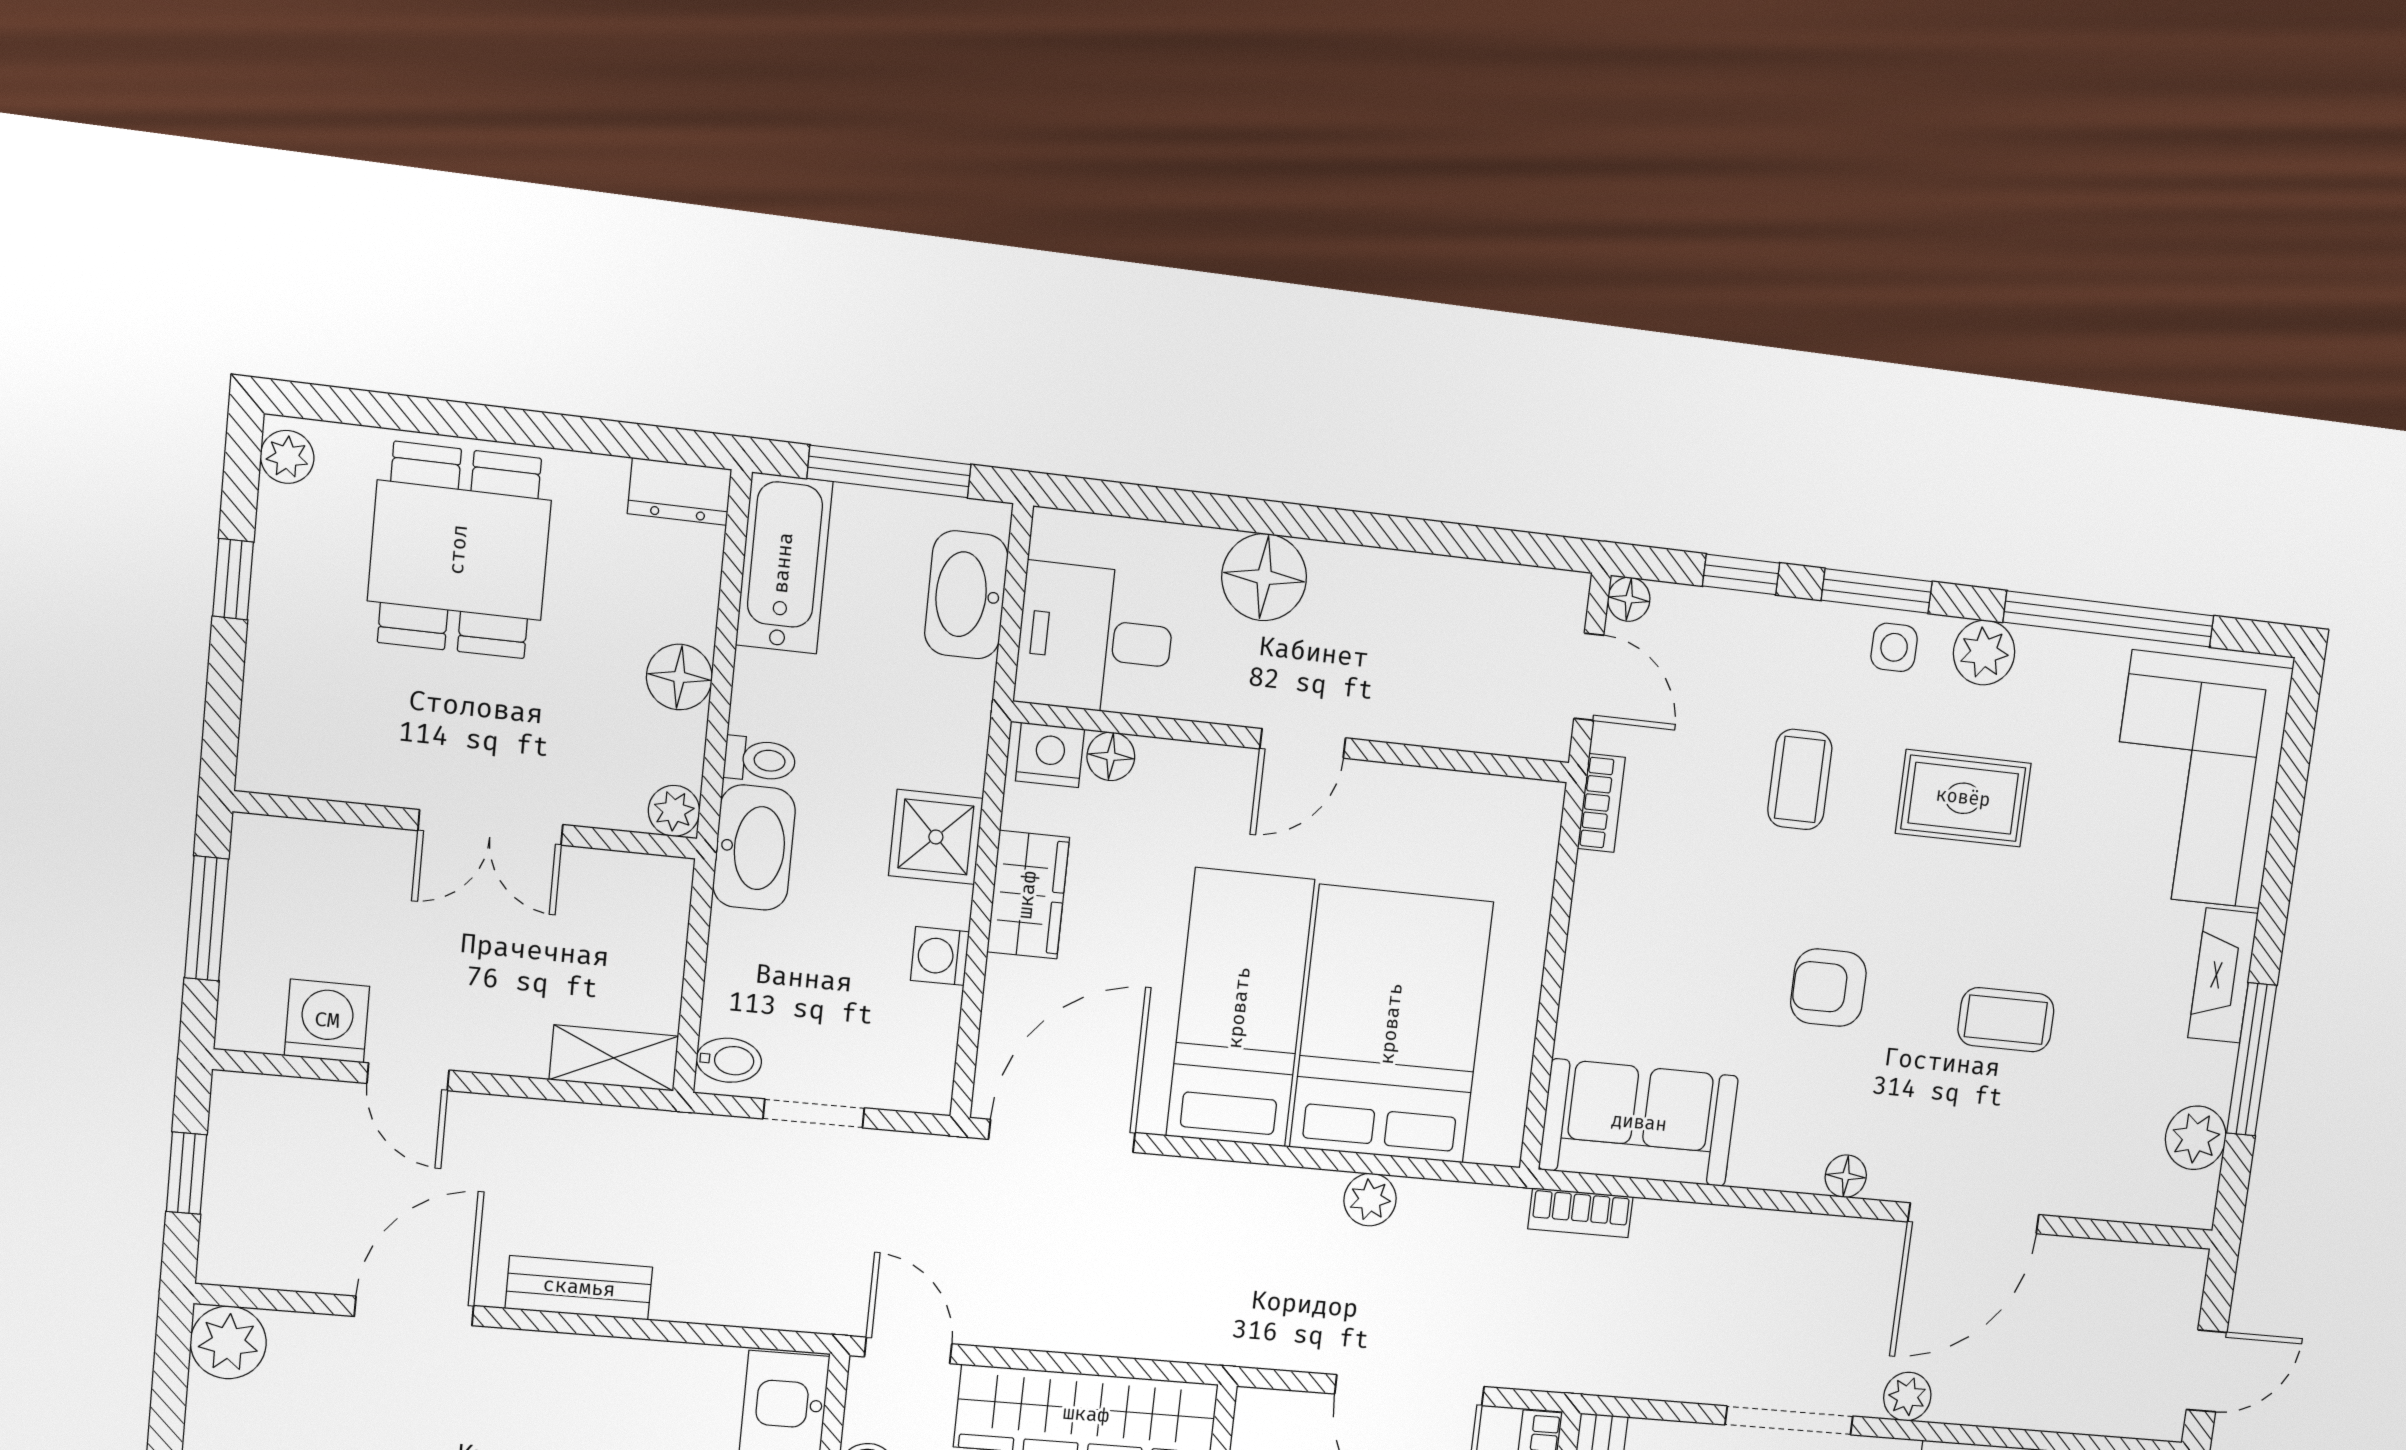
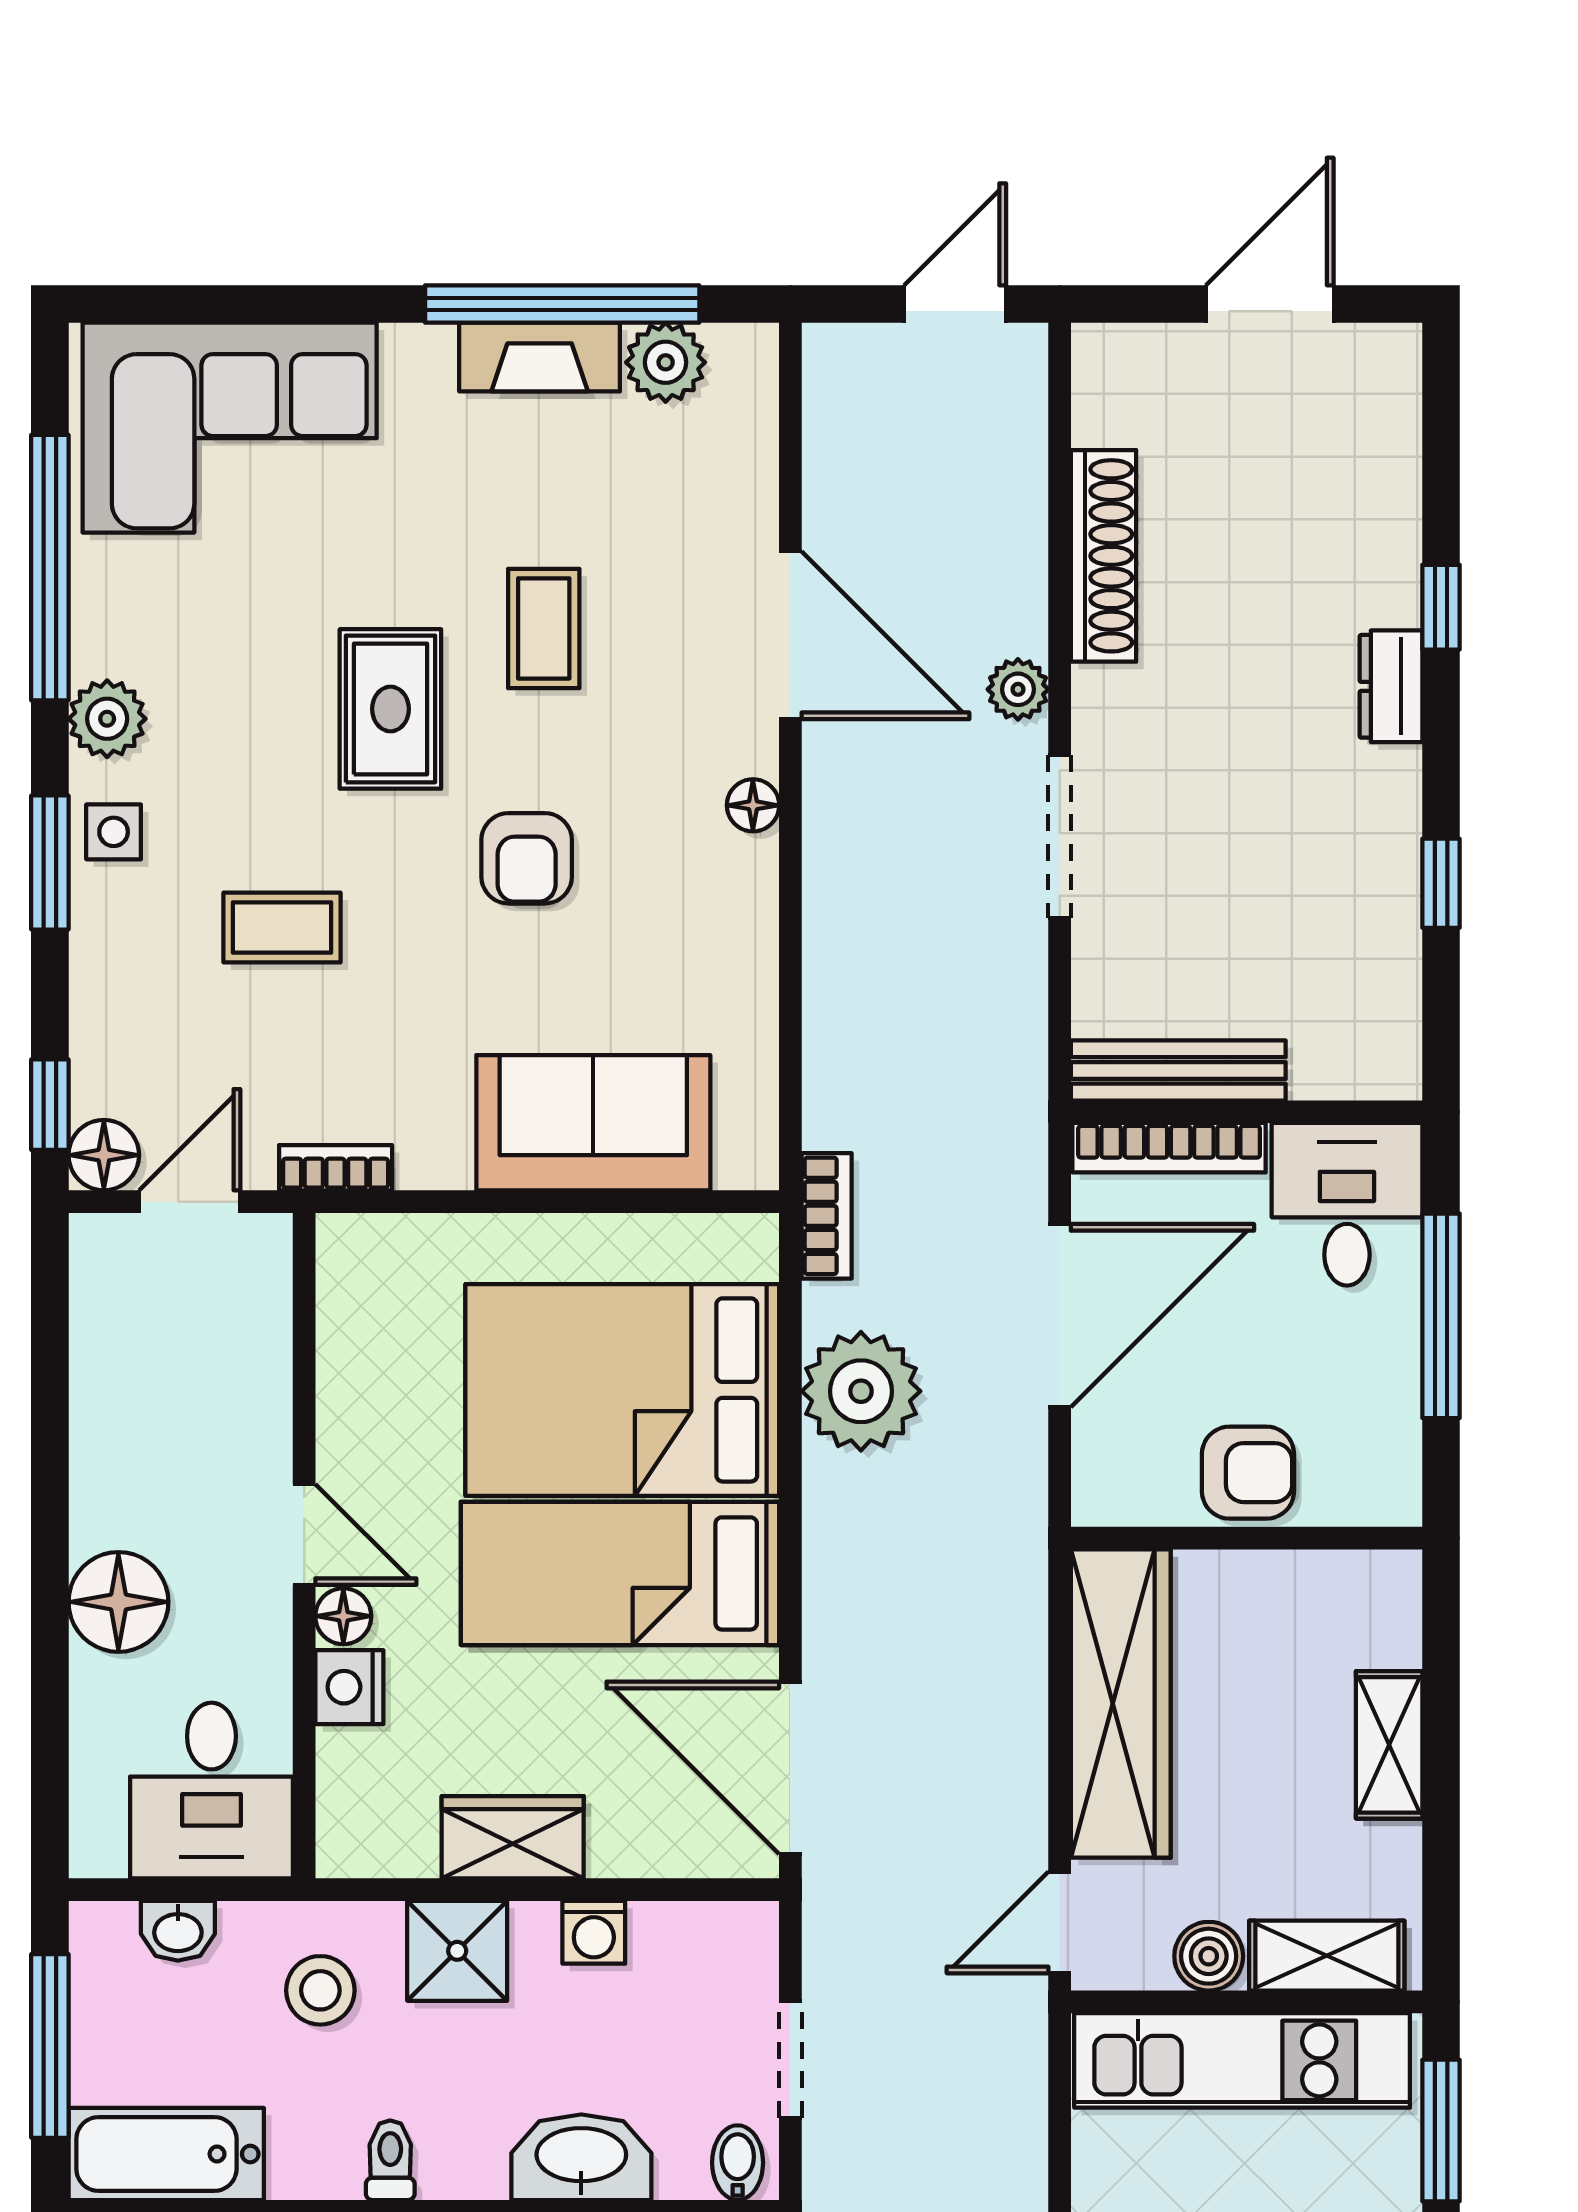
window: (1741, 574) -> (50, 1105), moved
washbasin: (966, 595) -> (178, 1931), width x0.52, depth x0.69
floor lamp: (1629, 599) -> (104, 1155), width x1.37, depth x1.37
stool: (914, 715) -> (320, 1990), added
nightstand: (1050, 755) -> (349, 1687), moved
floor lamp: (1111, 756) -> (343, 1616), moved
rug: (1963, 798) -> (390, 709), moved
washbasin: (754, 848) -> (581, 2157), moved
fireplace: (2223, 976) -> (540, 357), moved
window: (2252, 1059) -> (562, 304), width x1.46
sofa: (1639, 1123) -> (593, 1123), moved, turned 90
plant: (1370, 1200) -> (861, 1391), width x1.87, depth x1.87
bookcase: (1580, 1213) -> (827, 1216), moved
door: (2207, 1371) -> (955, 304), hinge flipped

